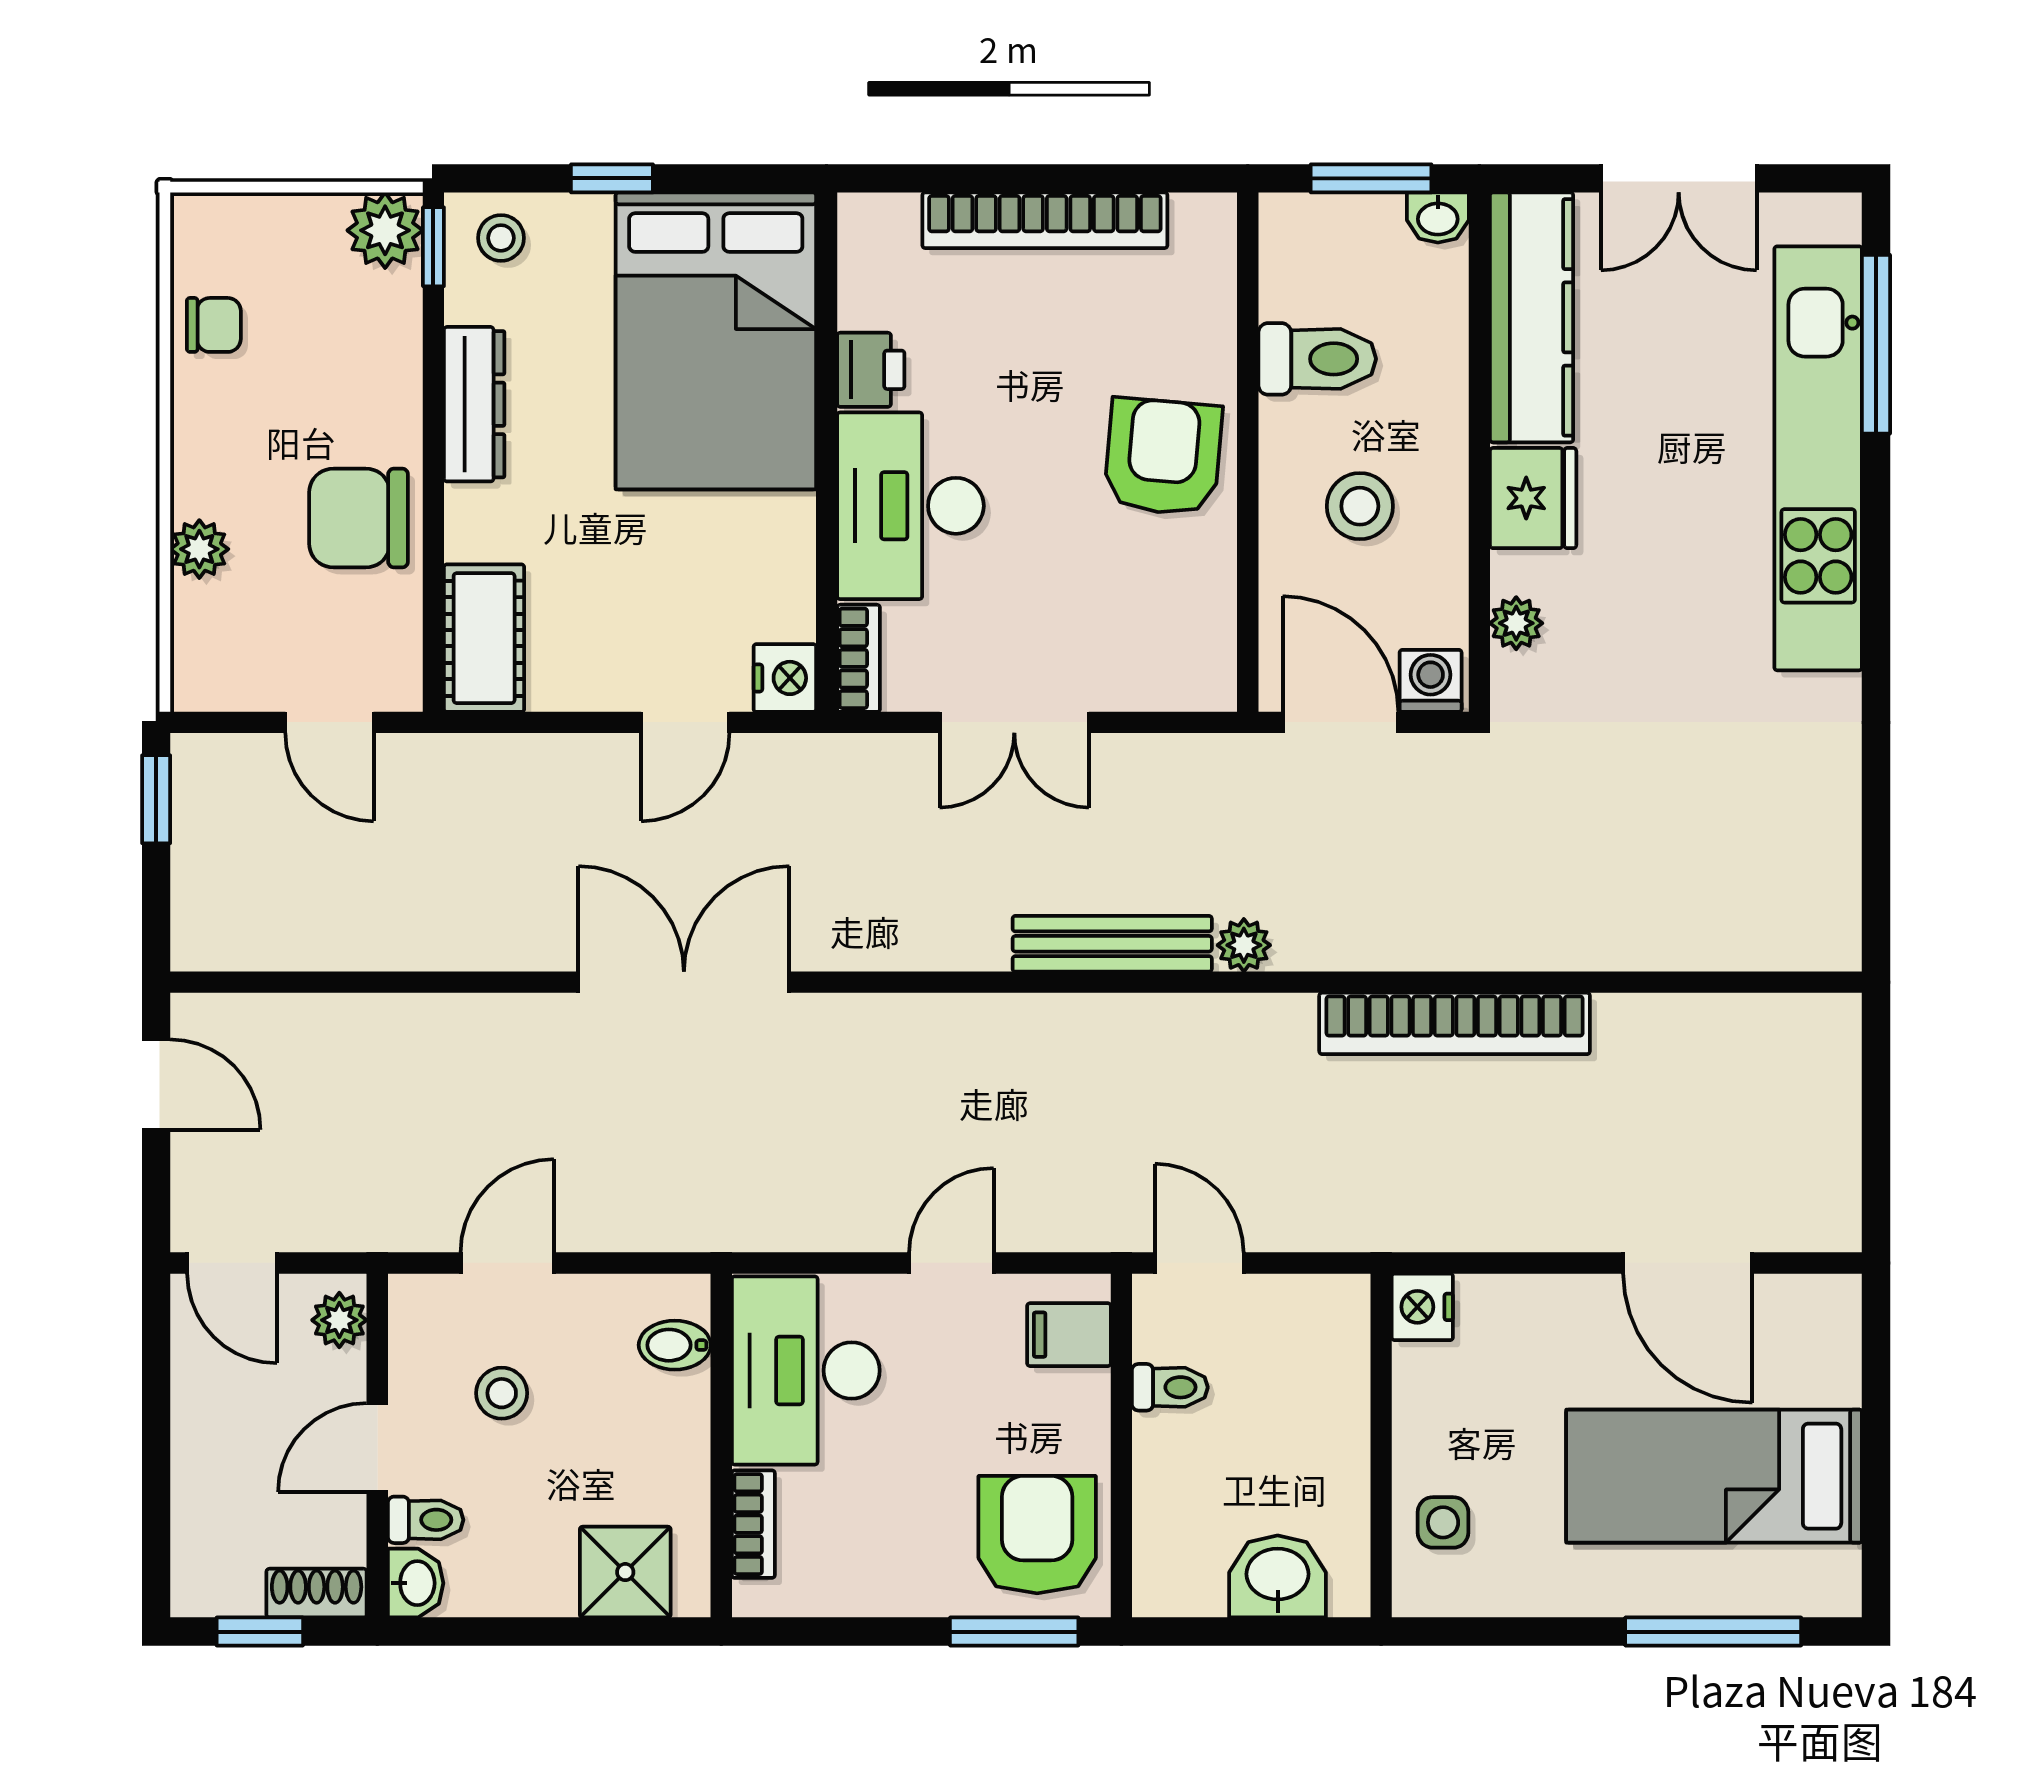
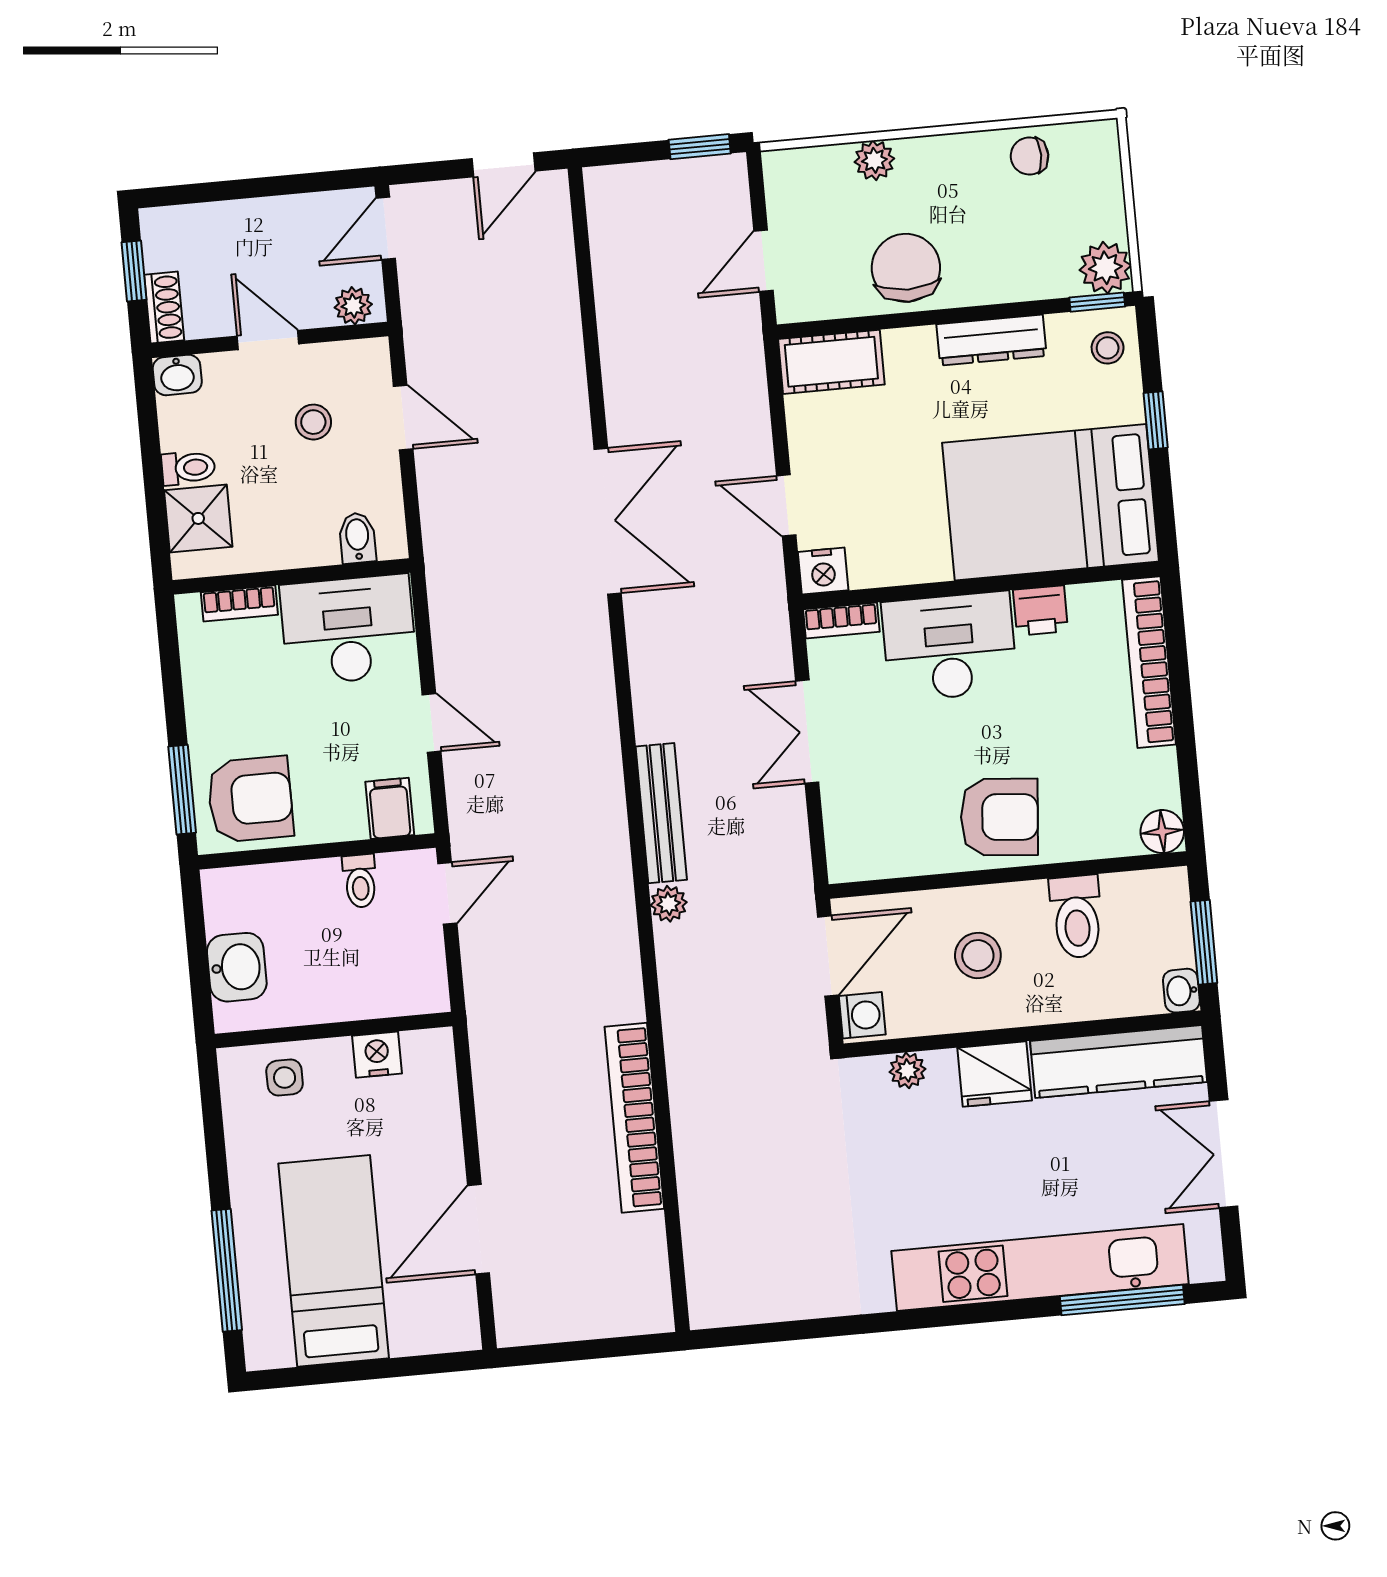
bookcase: (1045, 220) -> (1149, 662), moved
floor lamp: (1206, 224) -> (1162, 832), added
chair: (214, 325) -> (1029, 156), turned 90
bookcase: (1455, 1023) -> (634, 1118), moved
nightstand: (1422, 1307) -> (377, 1055), moved
toilet: (426, 1520) -> (188, 468), moved, turned -90

